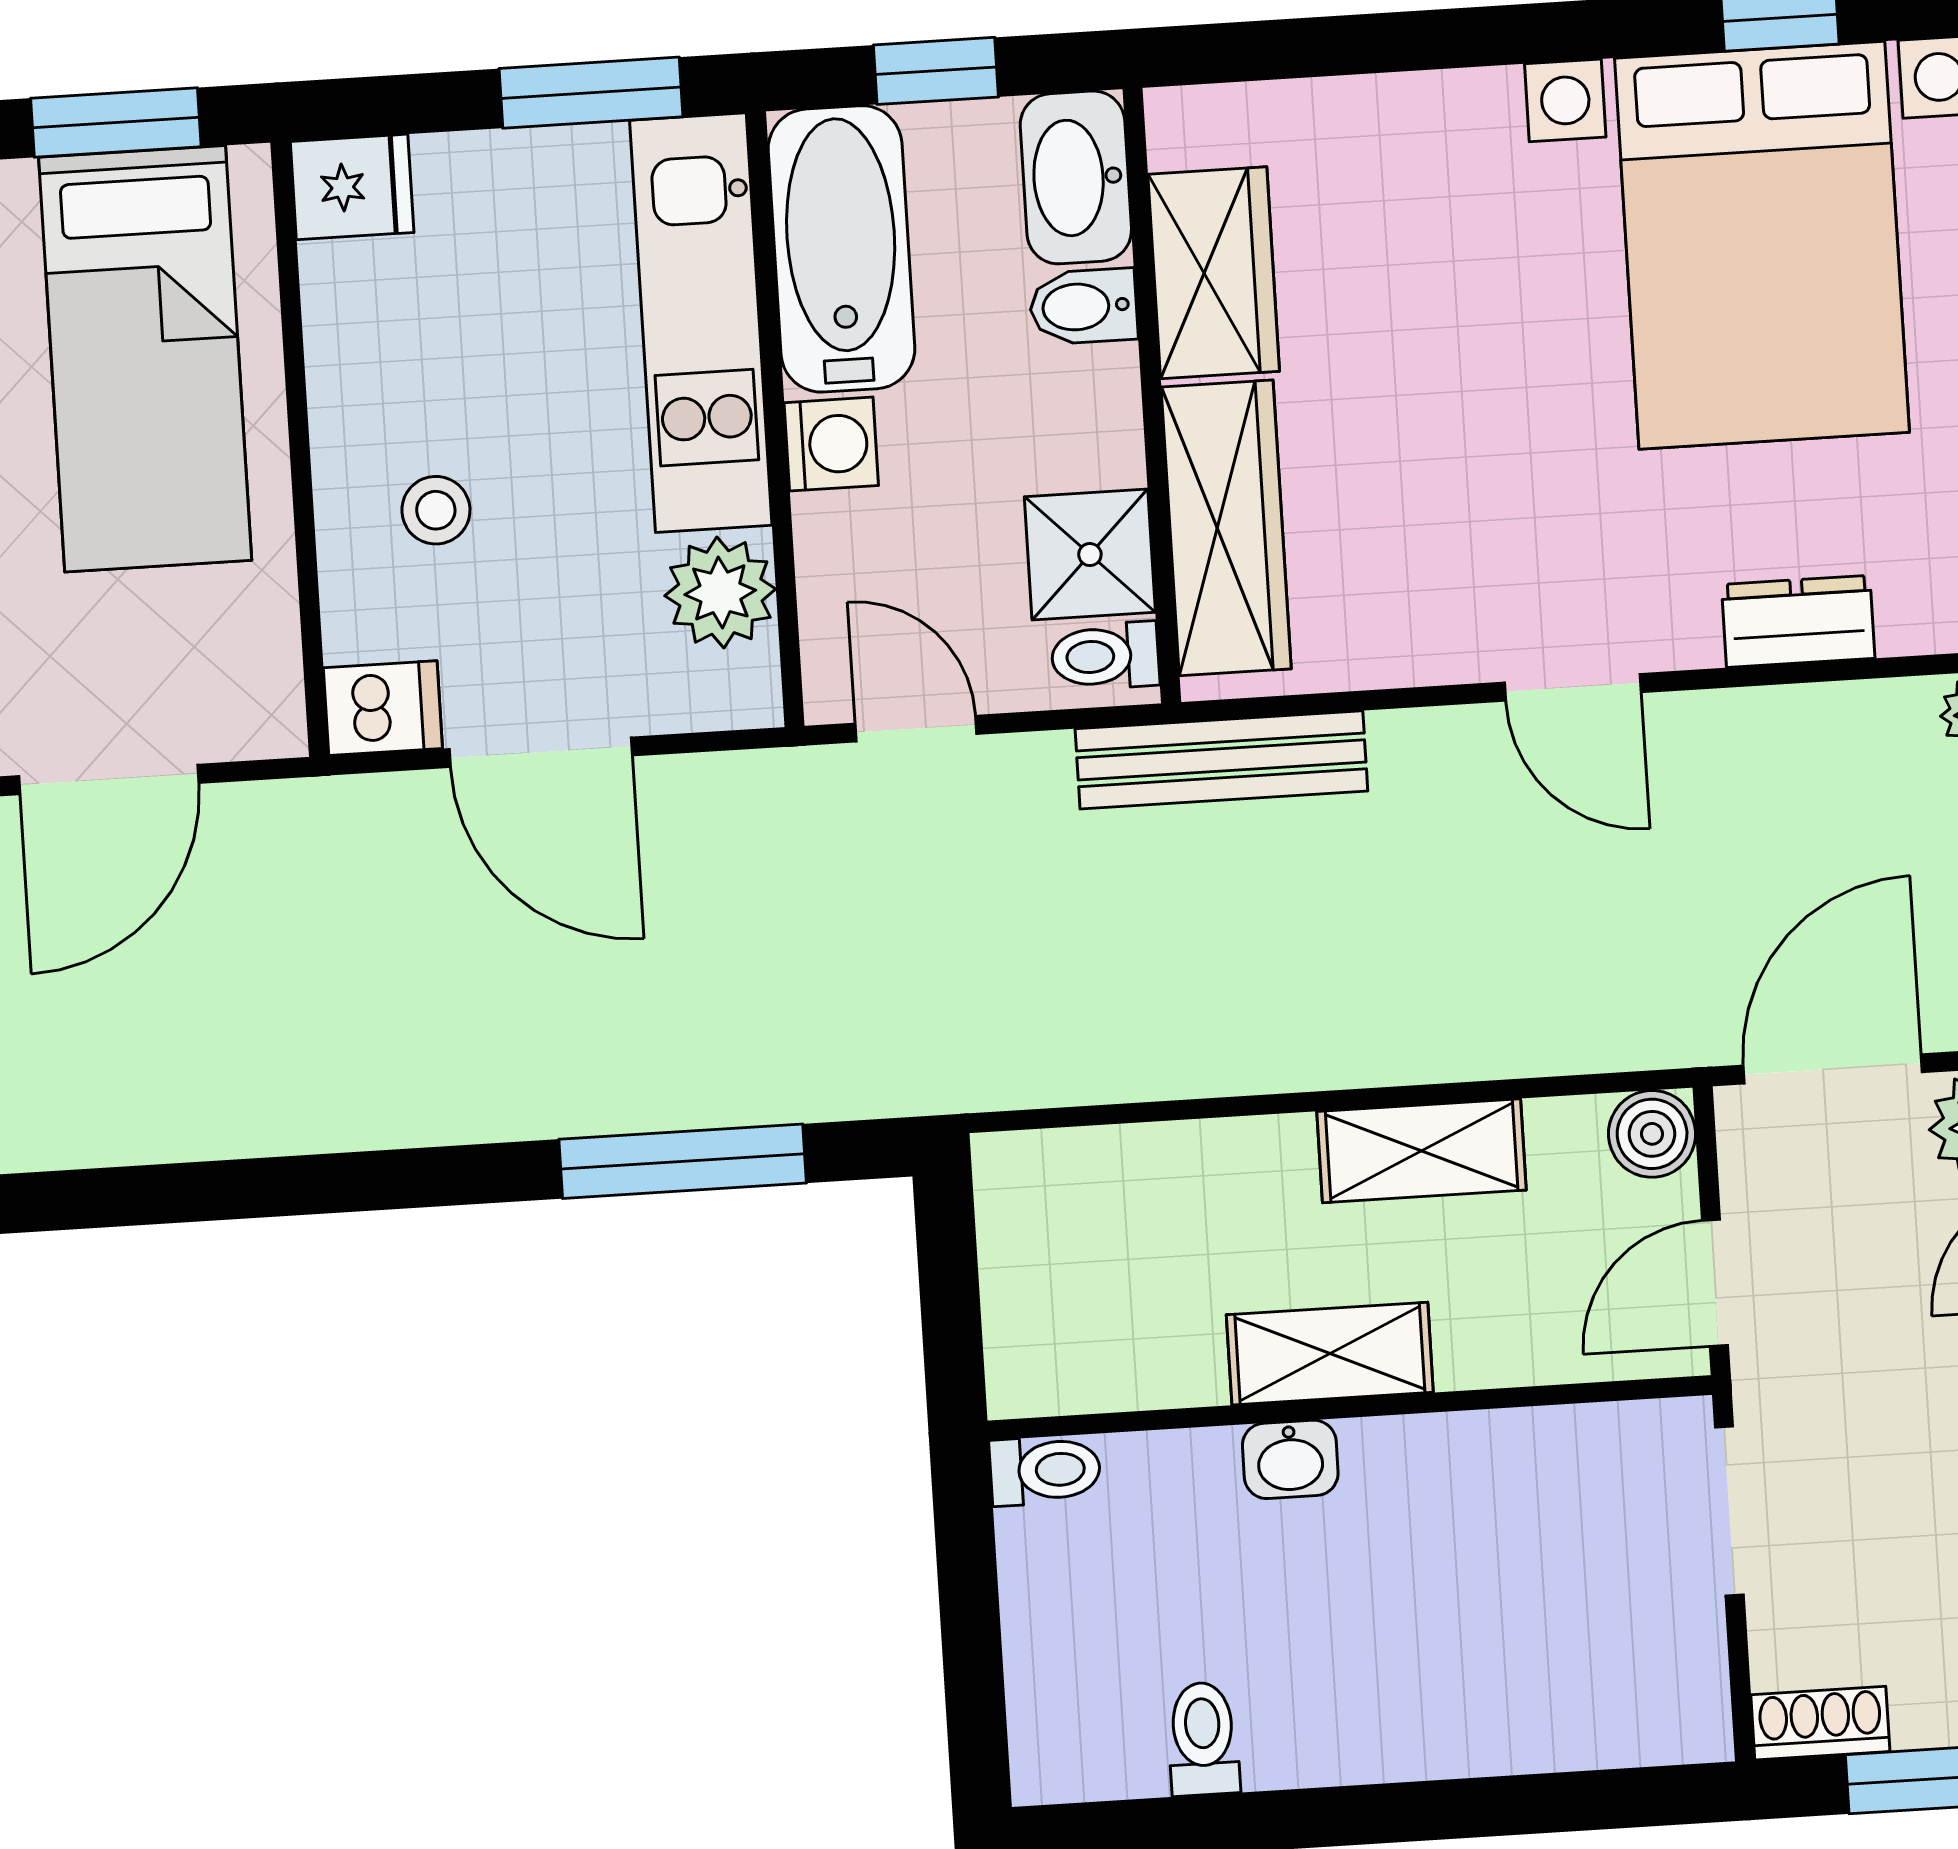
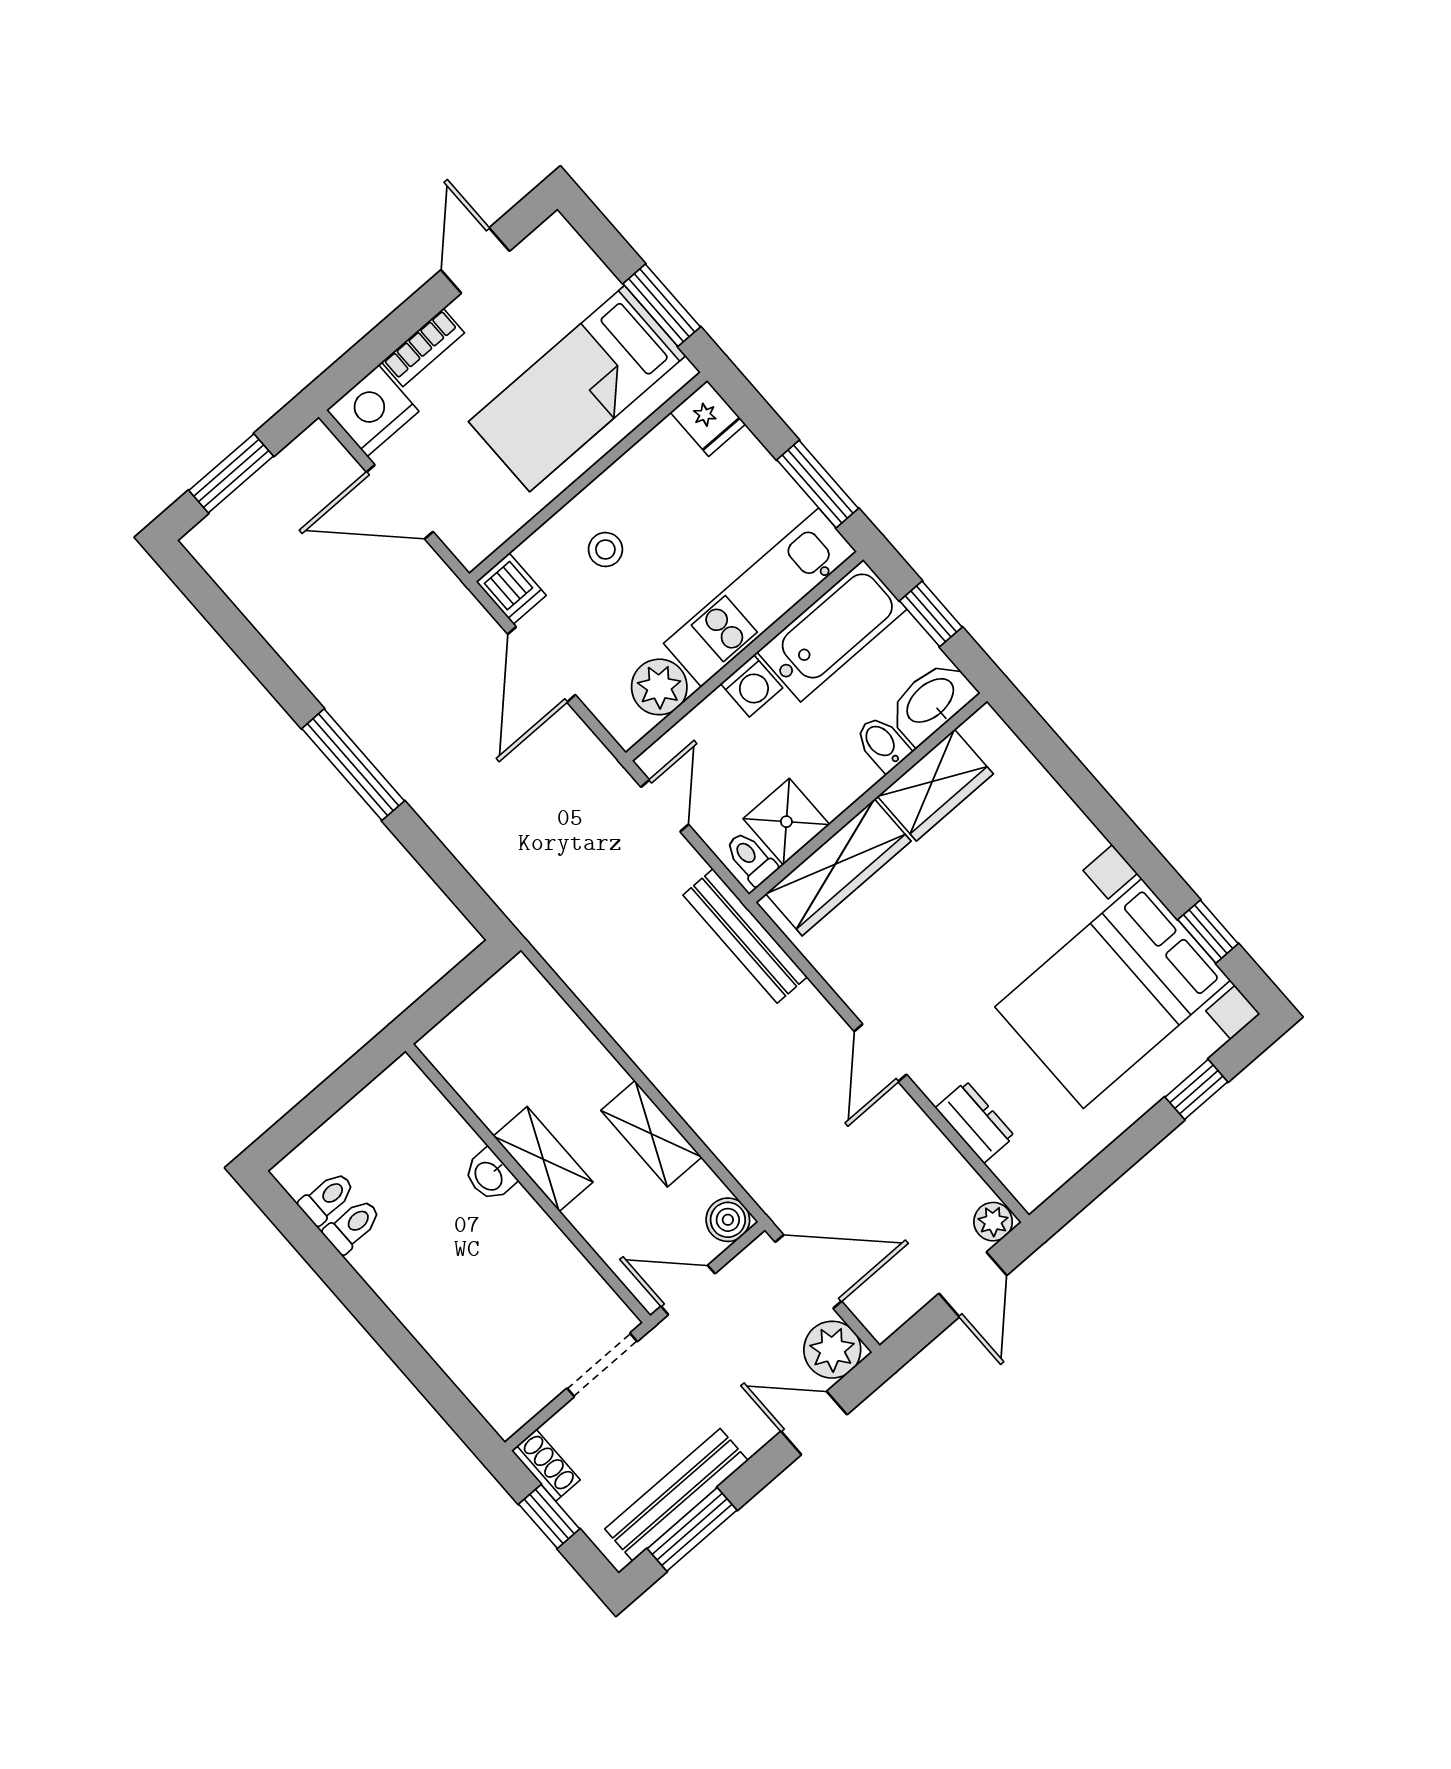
window: (683, 1161) -> (353, 765), moved
toilet: (1045, 1470) -> (327, 1198), moved, turned -90

